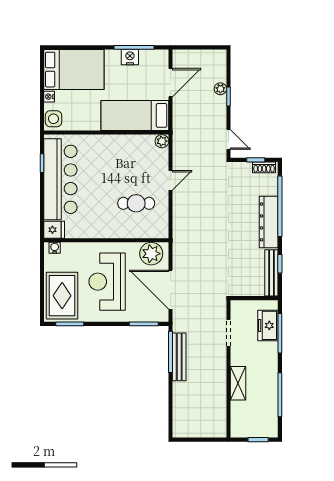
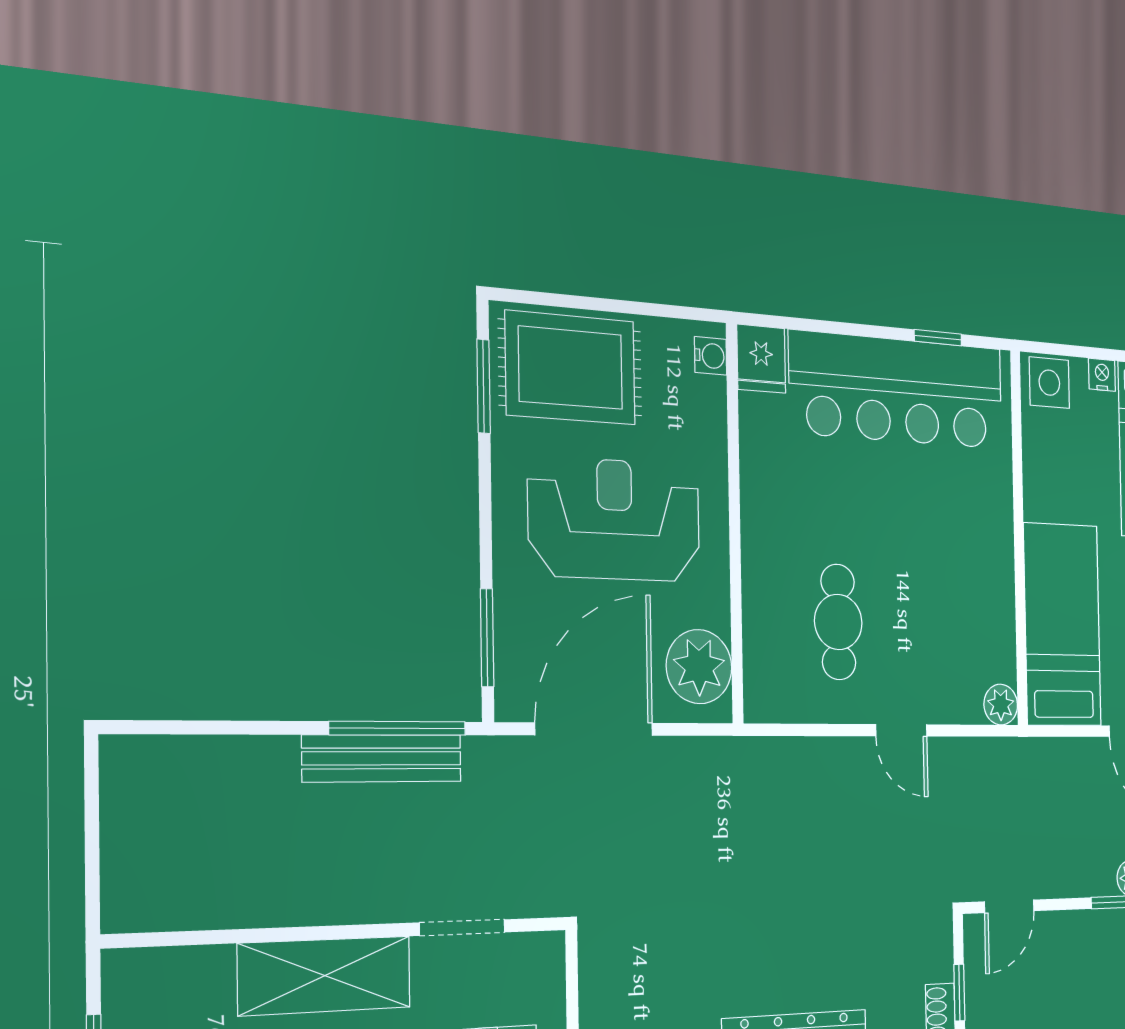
shelving: (238, 383) -> (325, 976), width x1.50, depth x1.33

